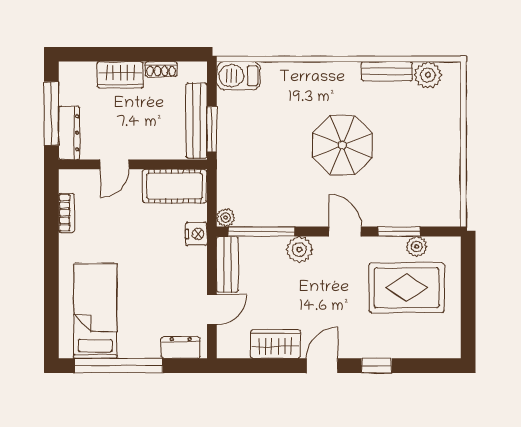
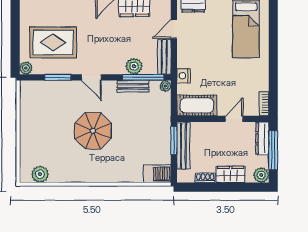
bench: (387, 71) -> (133, 86), moved
plant: (71, 74) -> (261, 175), added
bookcase: (66, 213) -> (264, 104), moved
plant: (417, 247) -> (26, 68), moved
plant: (299, 249) -> (134, 66), moved

